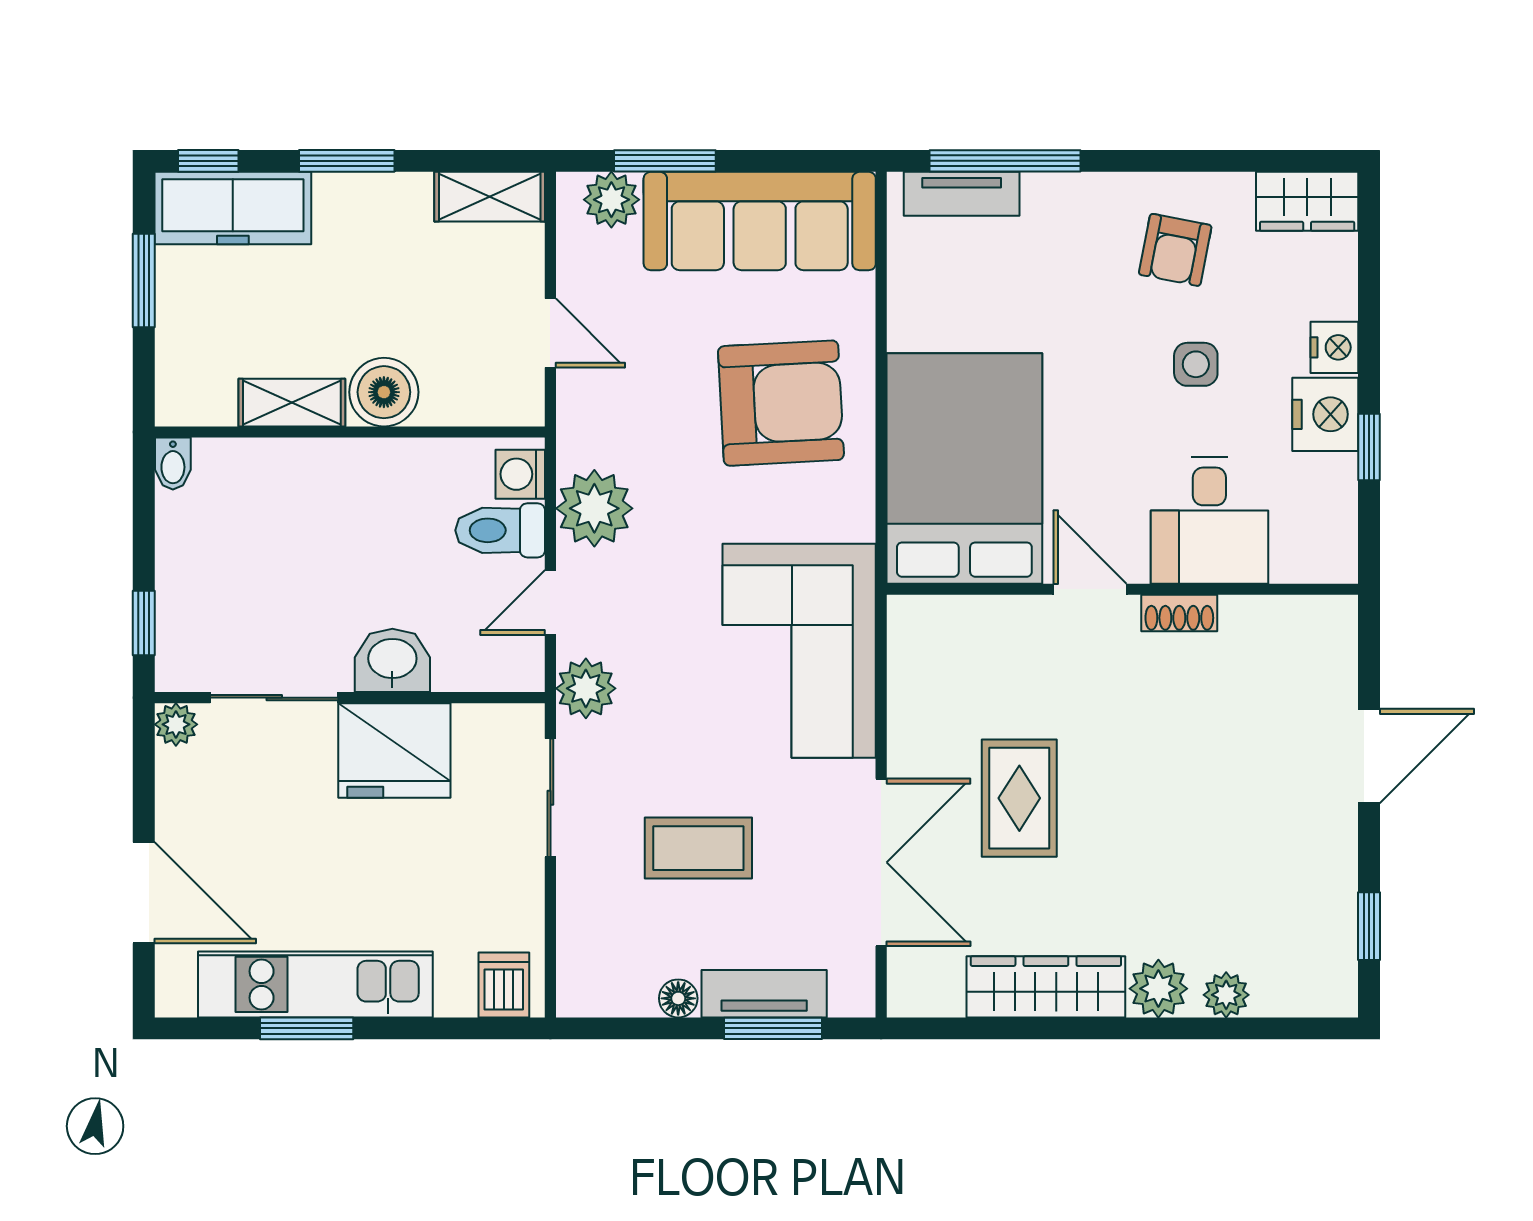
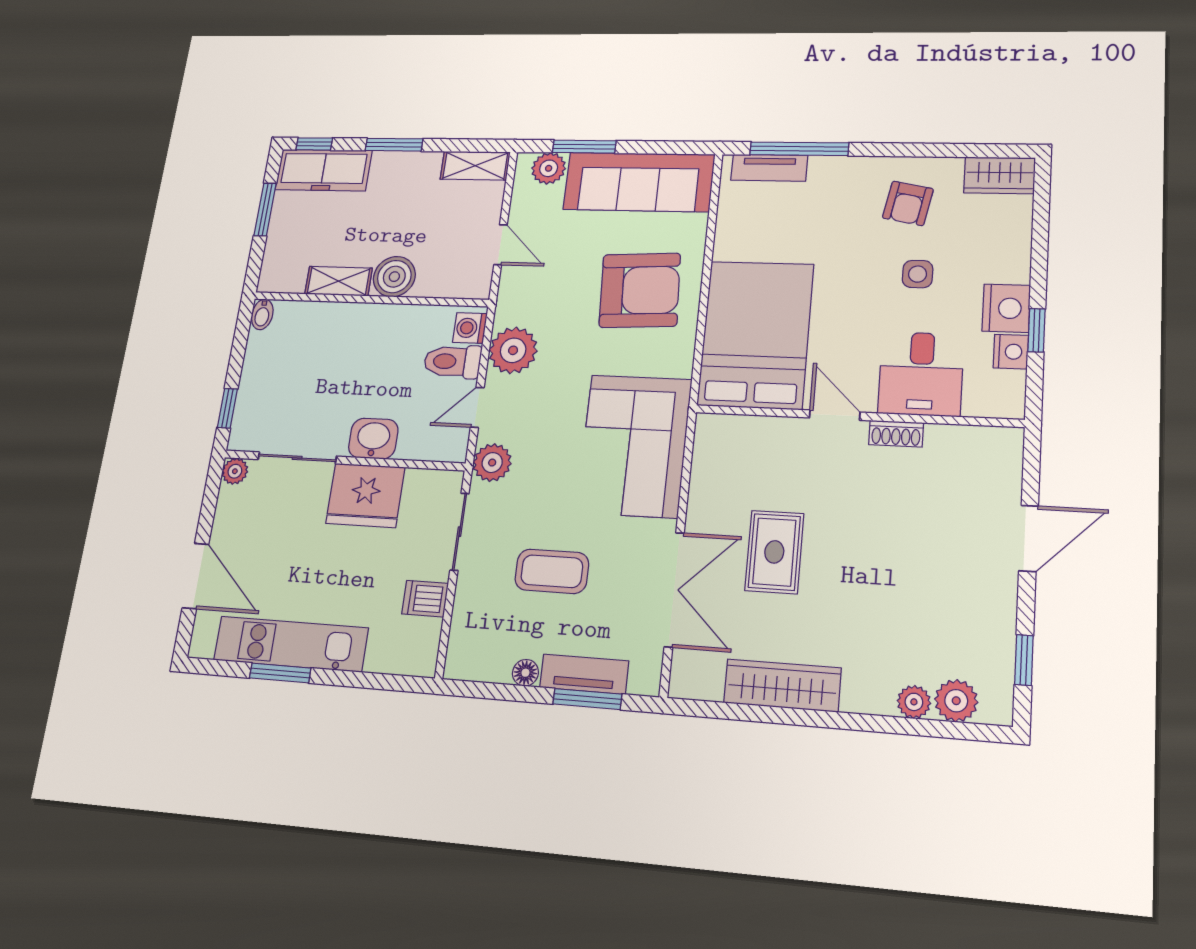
nightstand: (1334, 347) -> (1011, 352), moved
dishwasher: (504, 985) -> (425, 599), moved, turned -90
plant: (1158, 989) -> (956, 701), moved

